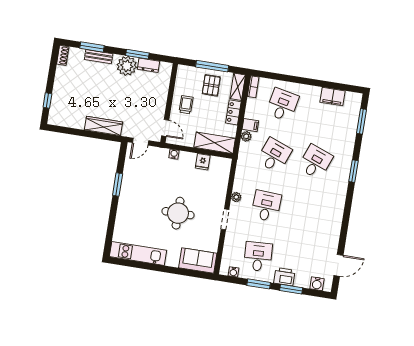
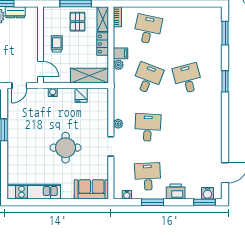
filing cabinet: (333, 97) -> (194, 14), removed
desk: (315, 162) -> (188, 78), turned -36
window: (291, 289) -> (205, 202), moved

